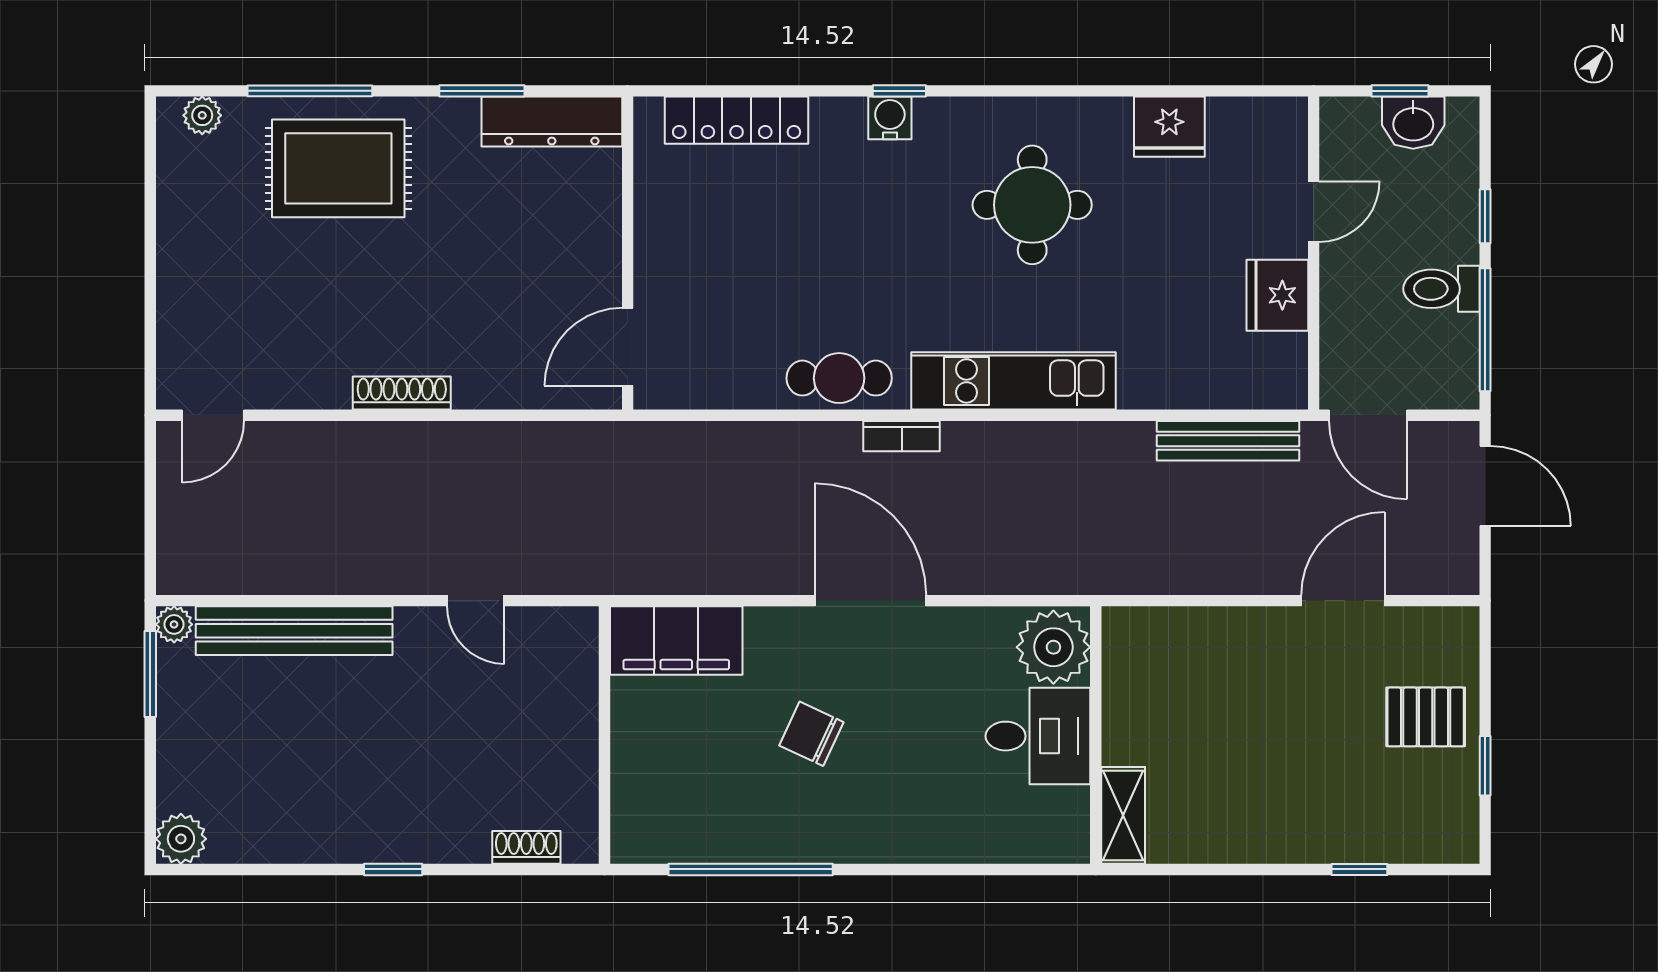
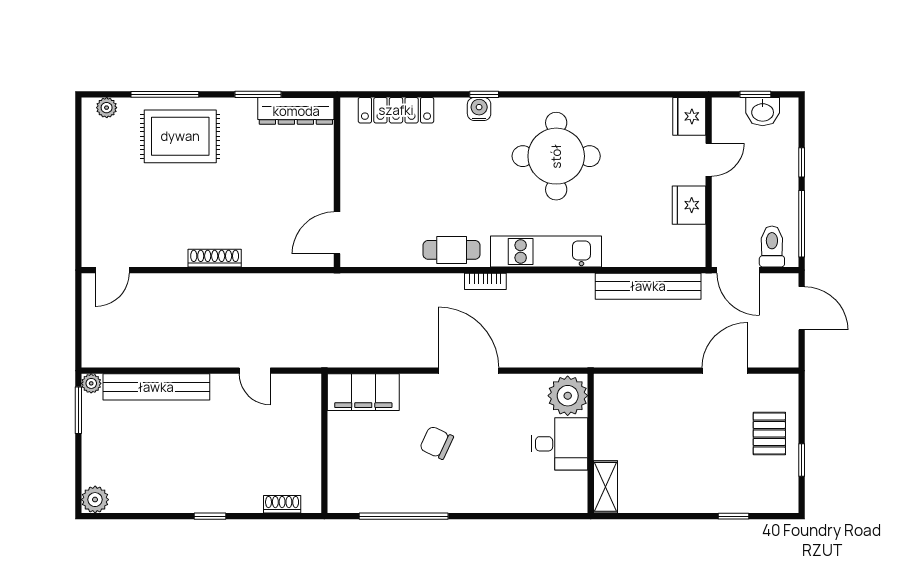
fridge: (1169, 127) -> (689, 116), moved, turned 90
round table: (1032, 205) -> (556, 156), width x1.36, depth x1.36
toilet: (1441, 289) -> (772, 246), moved, turned 90
bench: (1228, 441) -> (648, 286), width x1.37, depth x1.21
pallet: (1426, 717) -> (769, 434), turned 90

